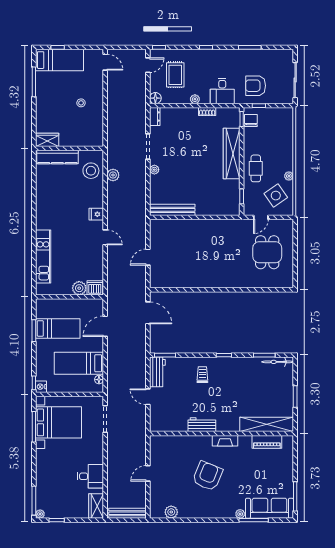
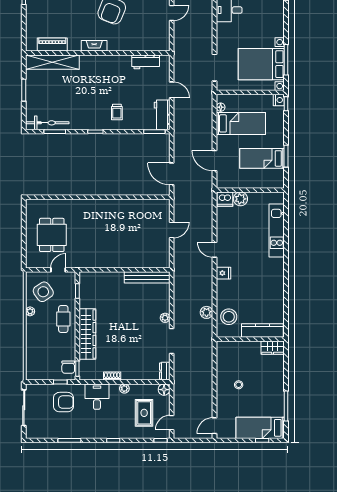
door: (105, 62) -> (215, 426), hinge flipped
door: (105, 326) -> (215, 161), swing flipped
bicycle: (278, 362) -> (47, 123), width x1.37, depth x1.40
workbench: (202, 425) -> (146, 62), moved

